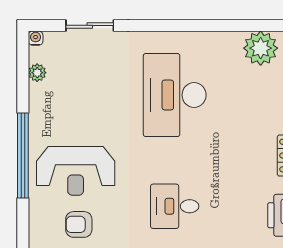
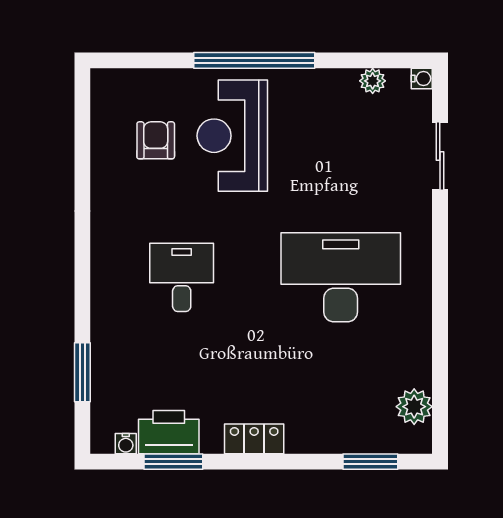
plant: (261, 48) -> (414, 407), width x0.73, depth x0.73

